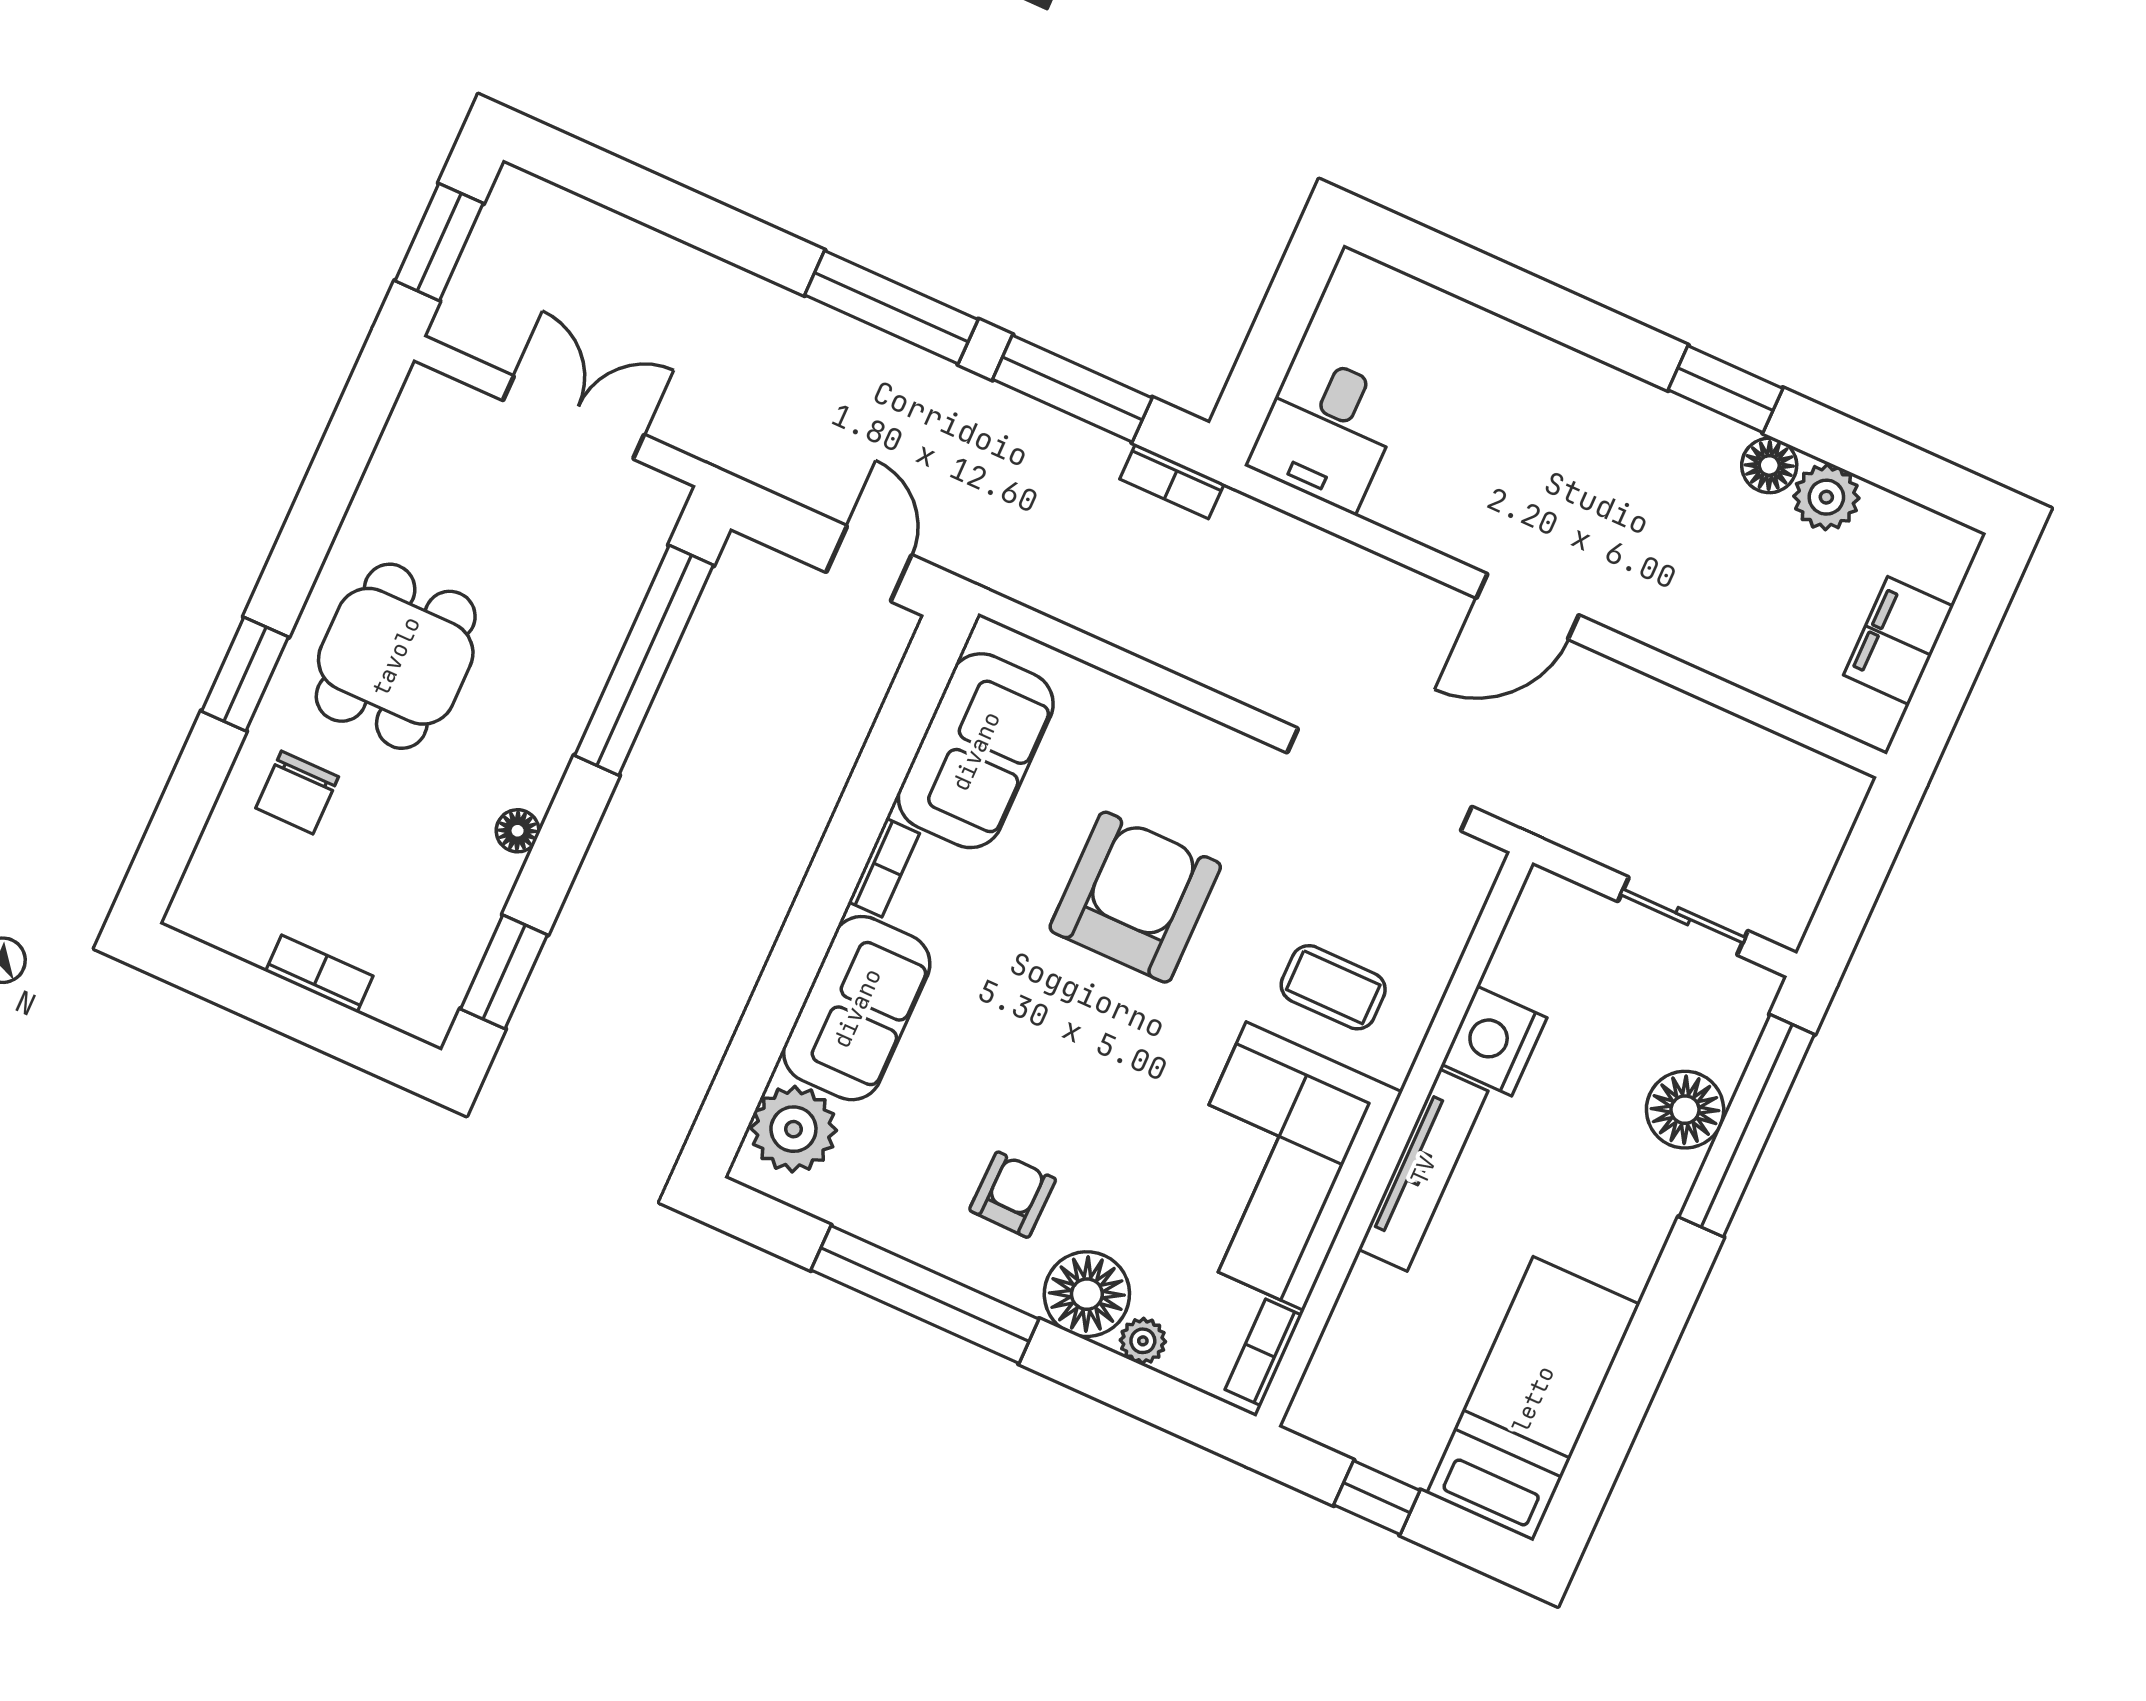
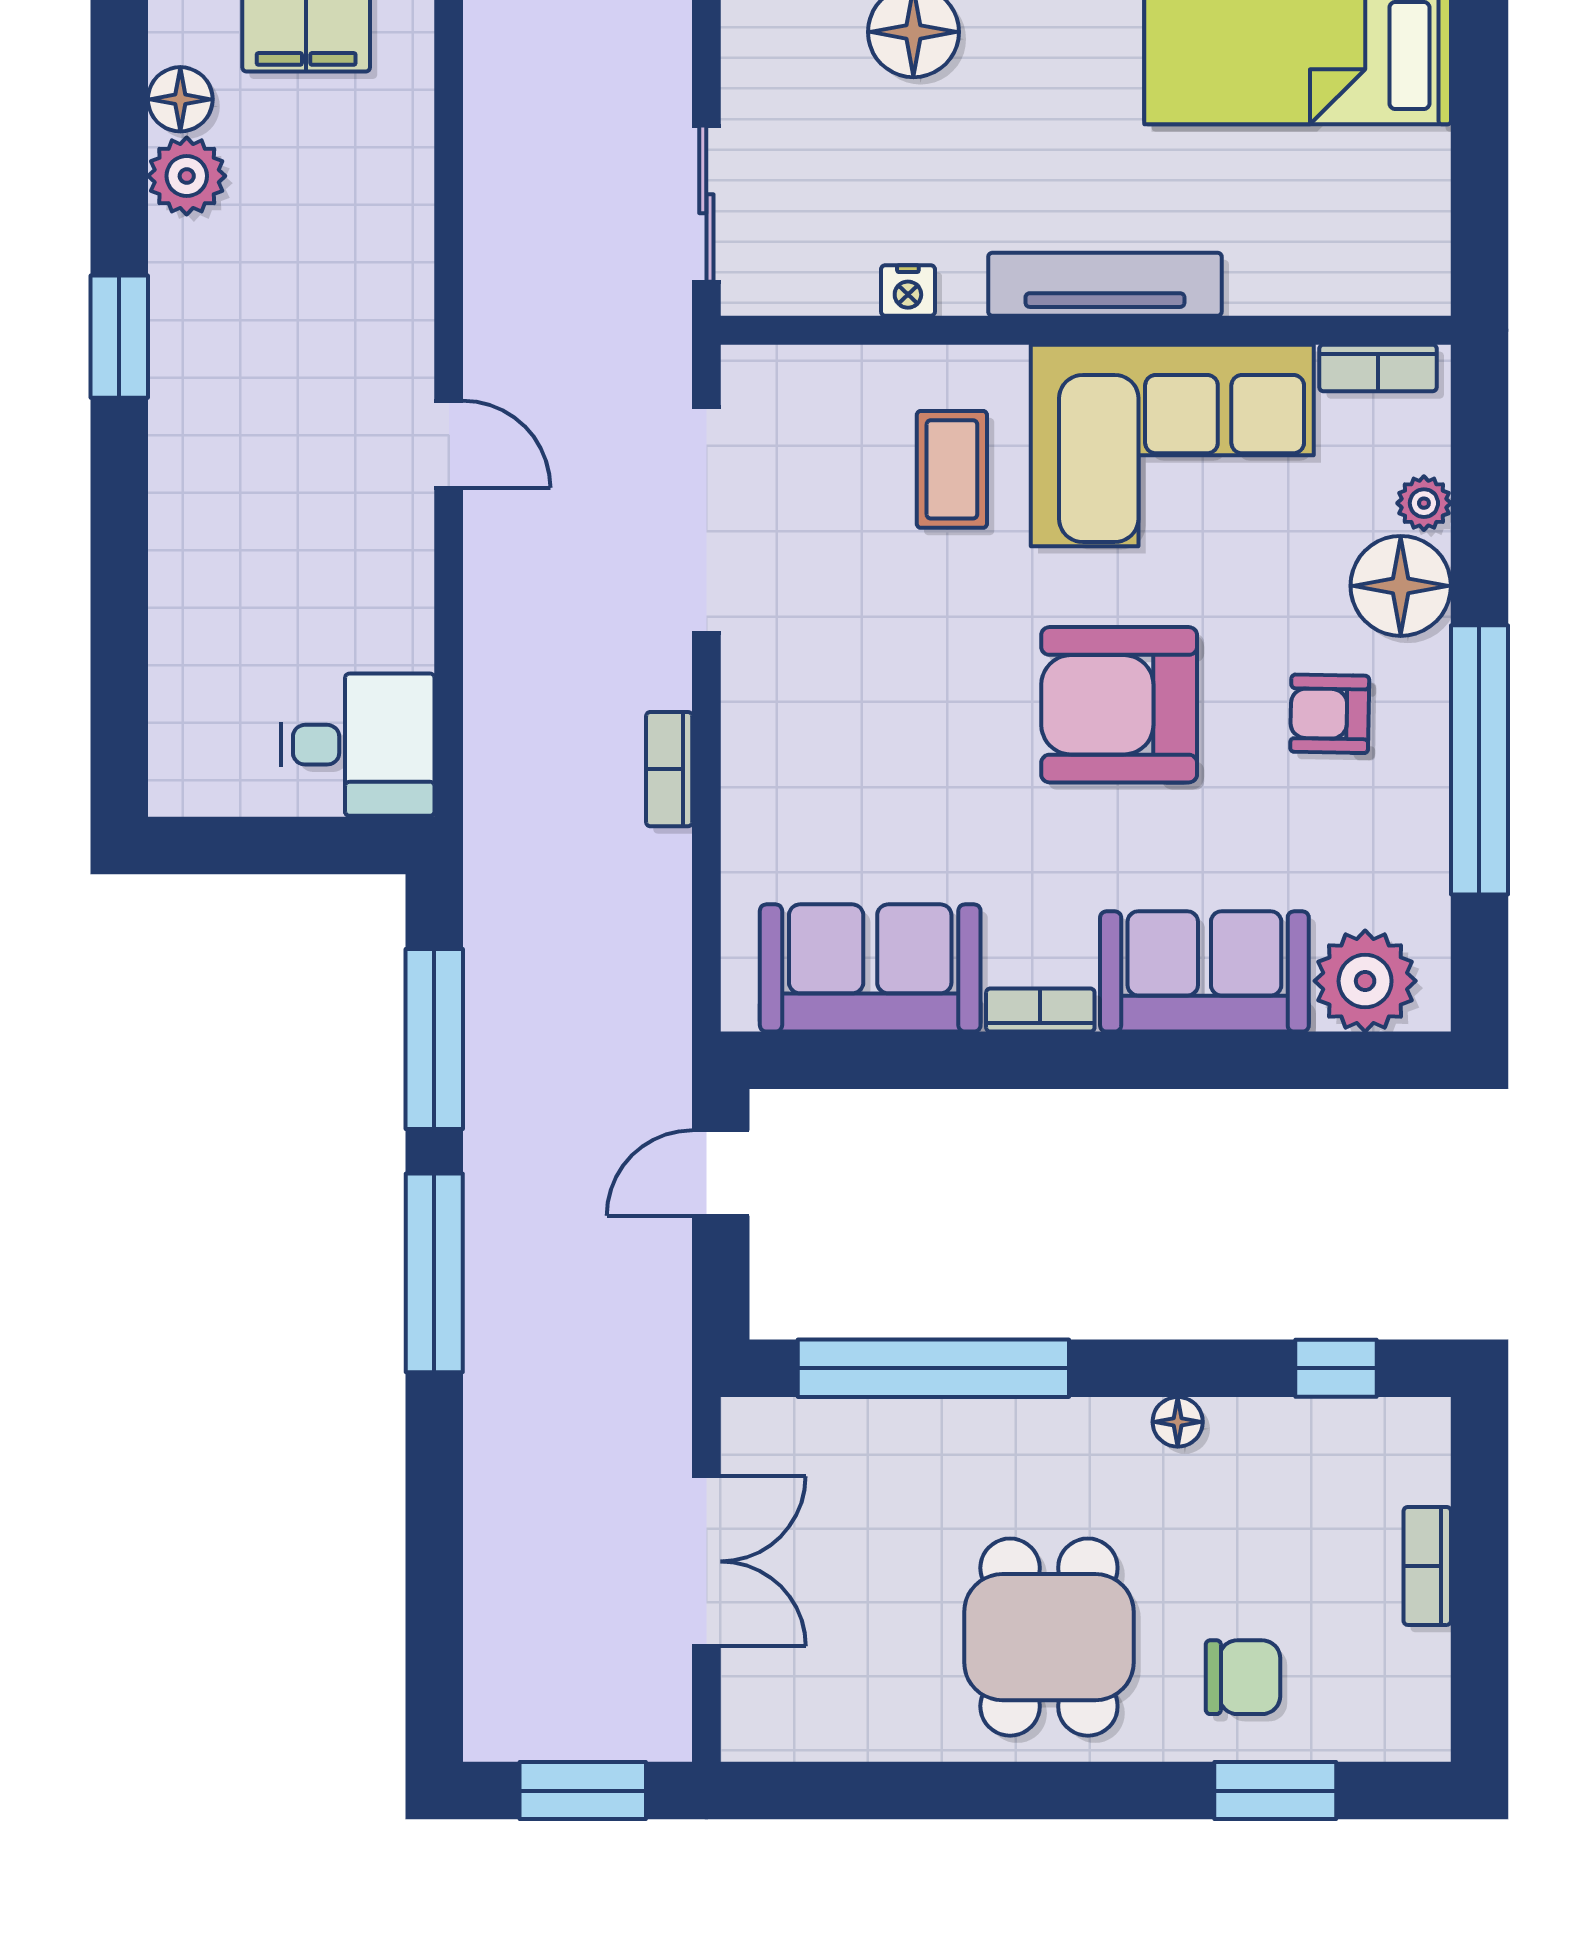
double door: (574, 417) -> (706, 1561), swing flipped
floor lamp: (1769, 465) -> (180, 99), moved
bookcase: (1172, 481) -> (669, 769), moved, turned 180
door: (1528, 607) -> (449, 444), width x0.73
dining table: (396, 656) -> (1049, 1637), turned 90
window: (245, 674) -> (1275, 1791), moved
armchair: (1135, 897) -> (1119, 705), moved
sliding door: (1683, 916) -> (706, 204), moved
window: (504, 972) -> (1336, 1368), width x0.67
nightstand: (1494, 1041) -> (908, 291), width x0.53, depth x0.56
window: (1377, 1498) -> (1479, 176), removed

